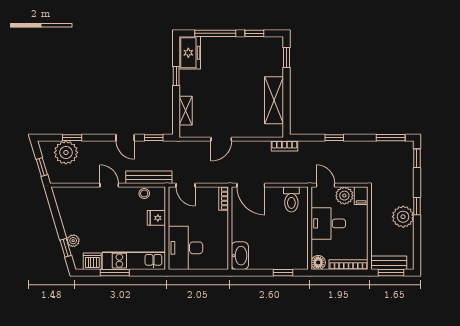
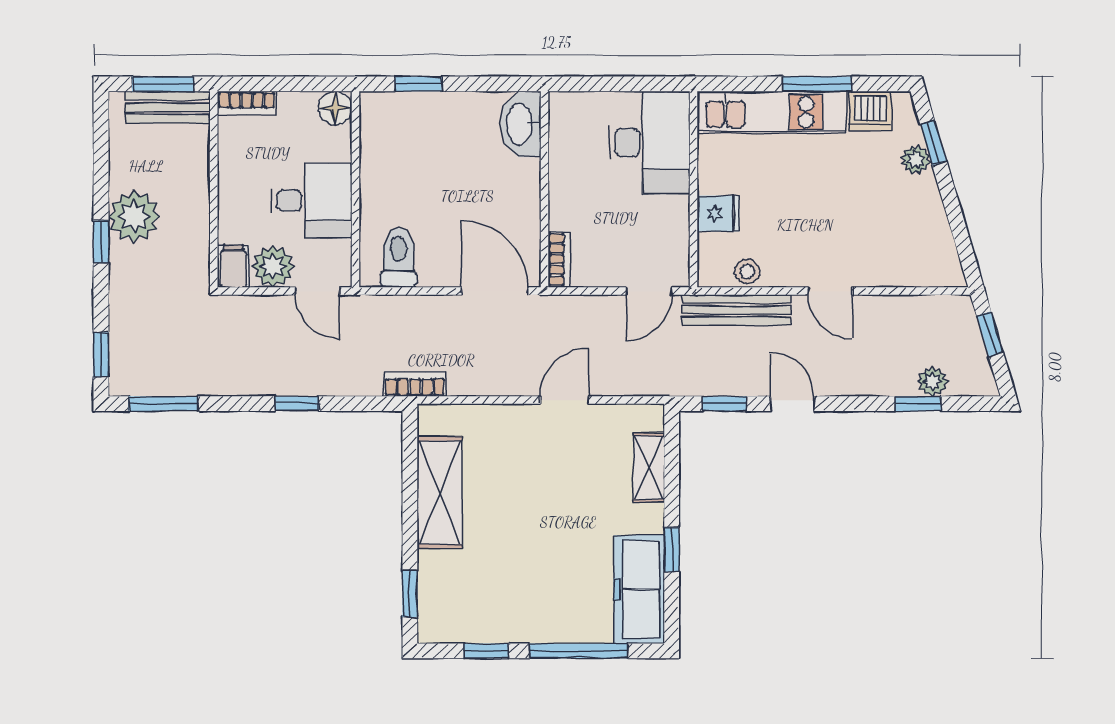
freezer: (190, 53) -> (639, 589), width x1.40
plant: (66, 152) -> (933, 382), width x0.53, depth x0.53
door: (186, 185) -> (649, 291), swing flipped
bookcase: (348, 265) -> (247, 103), width x0.64

